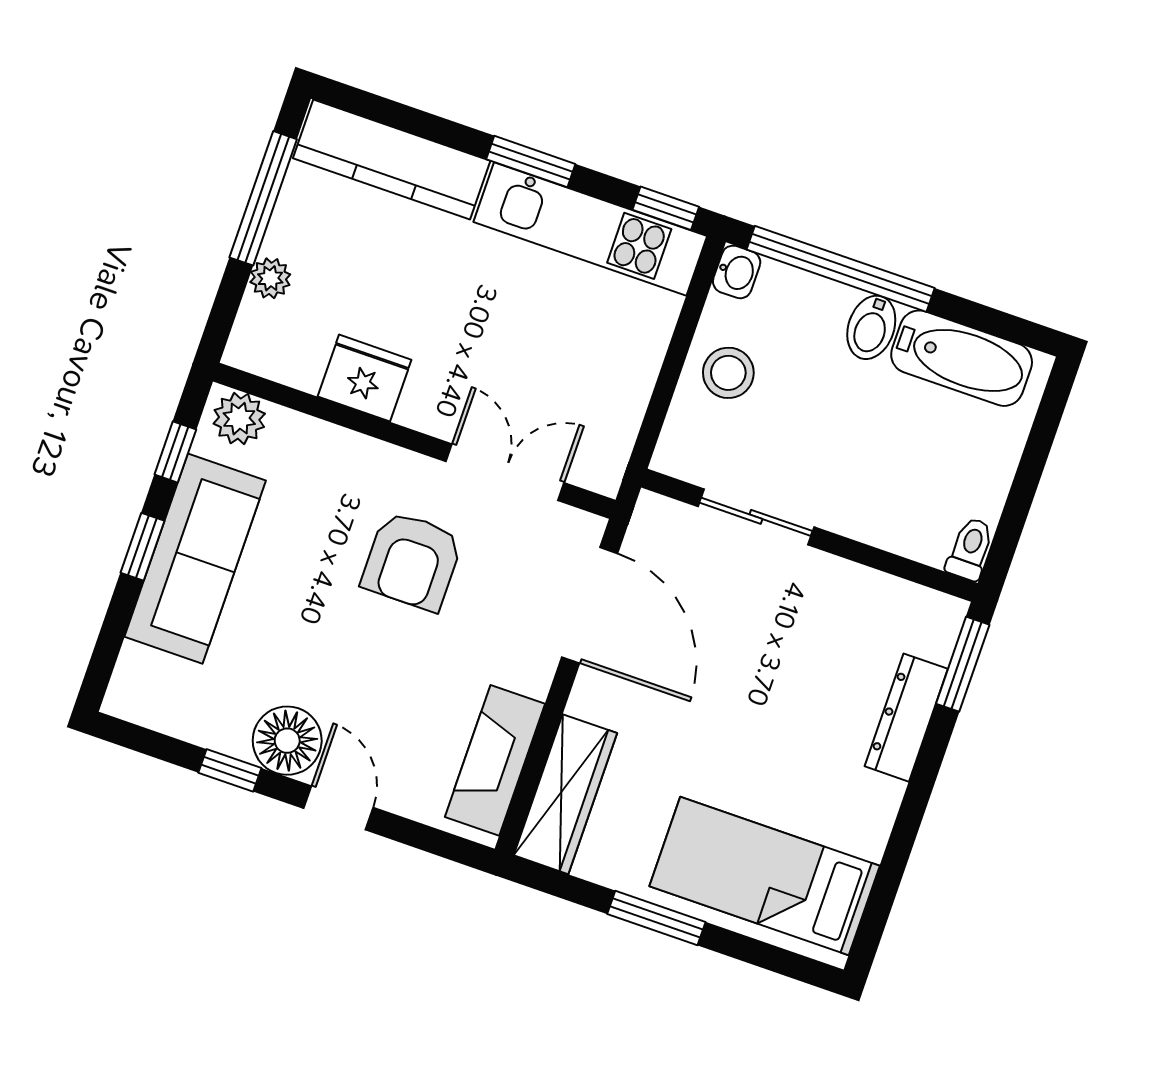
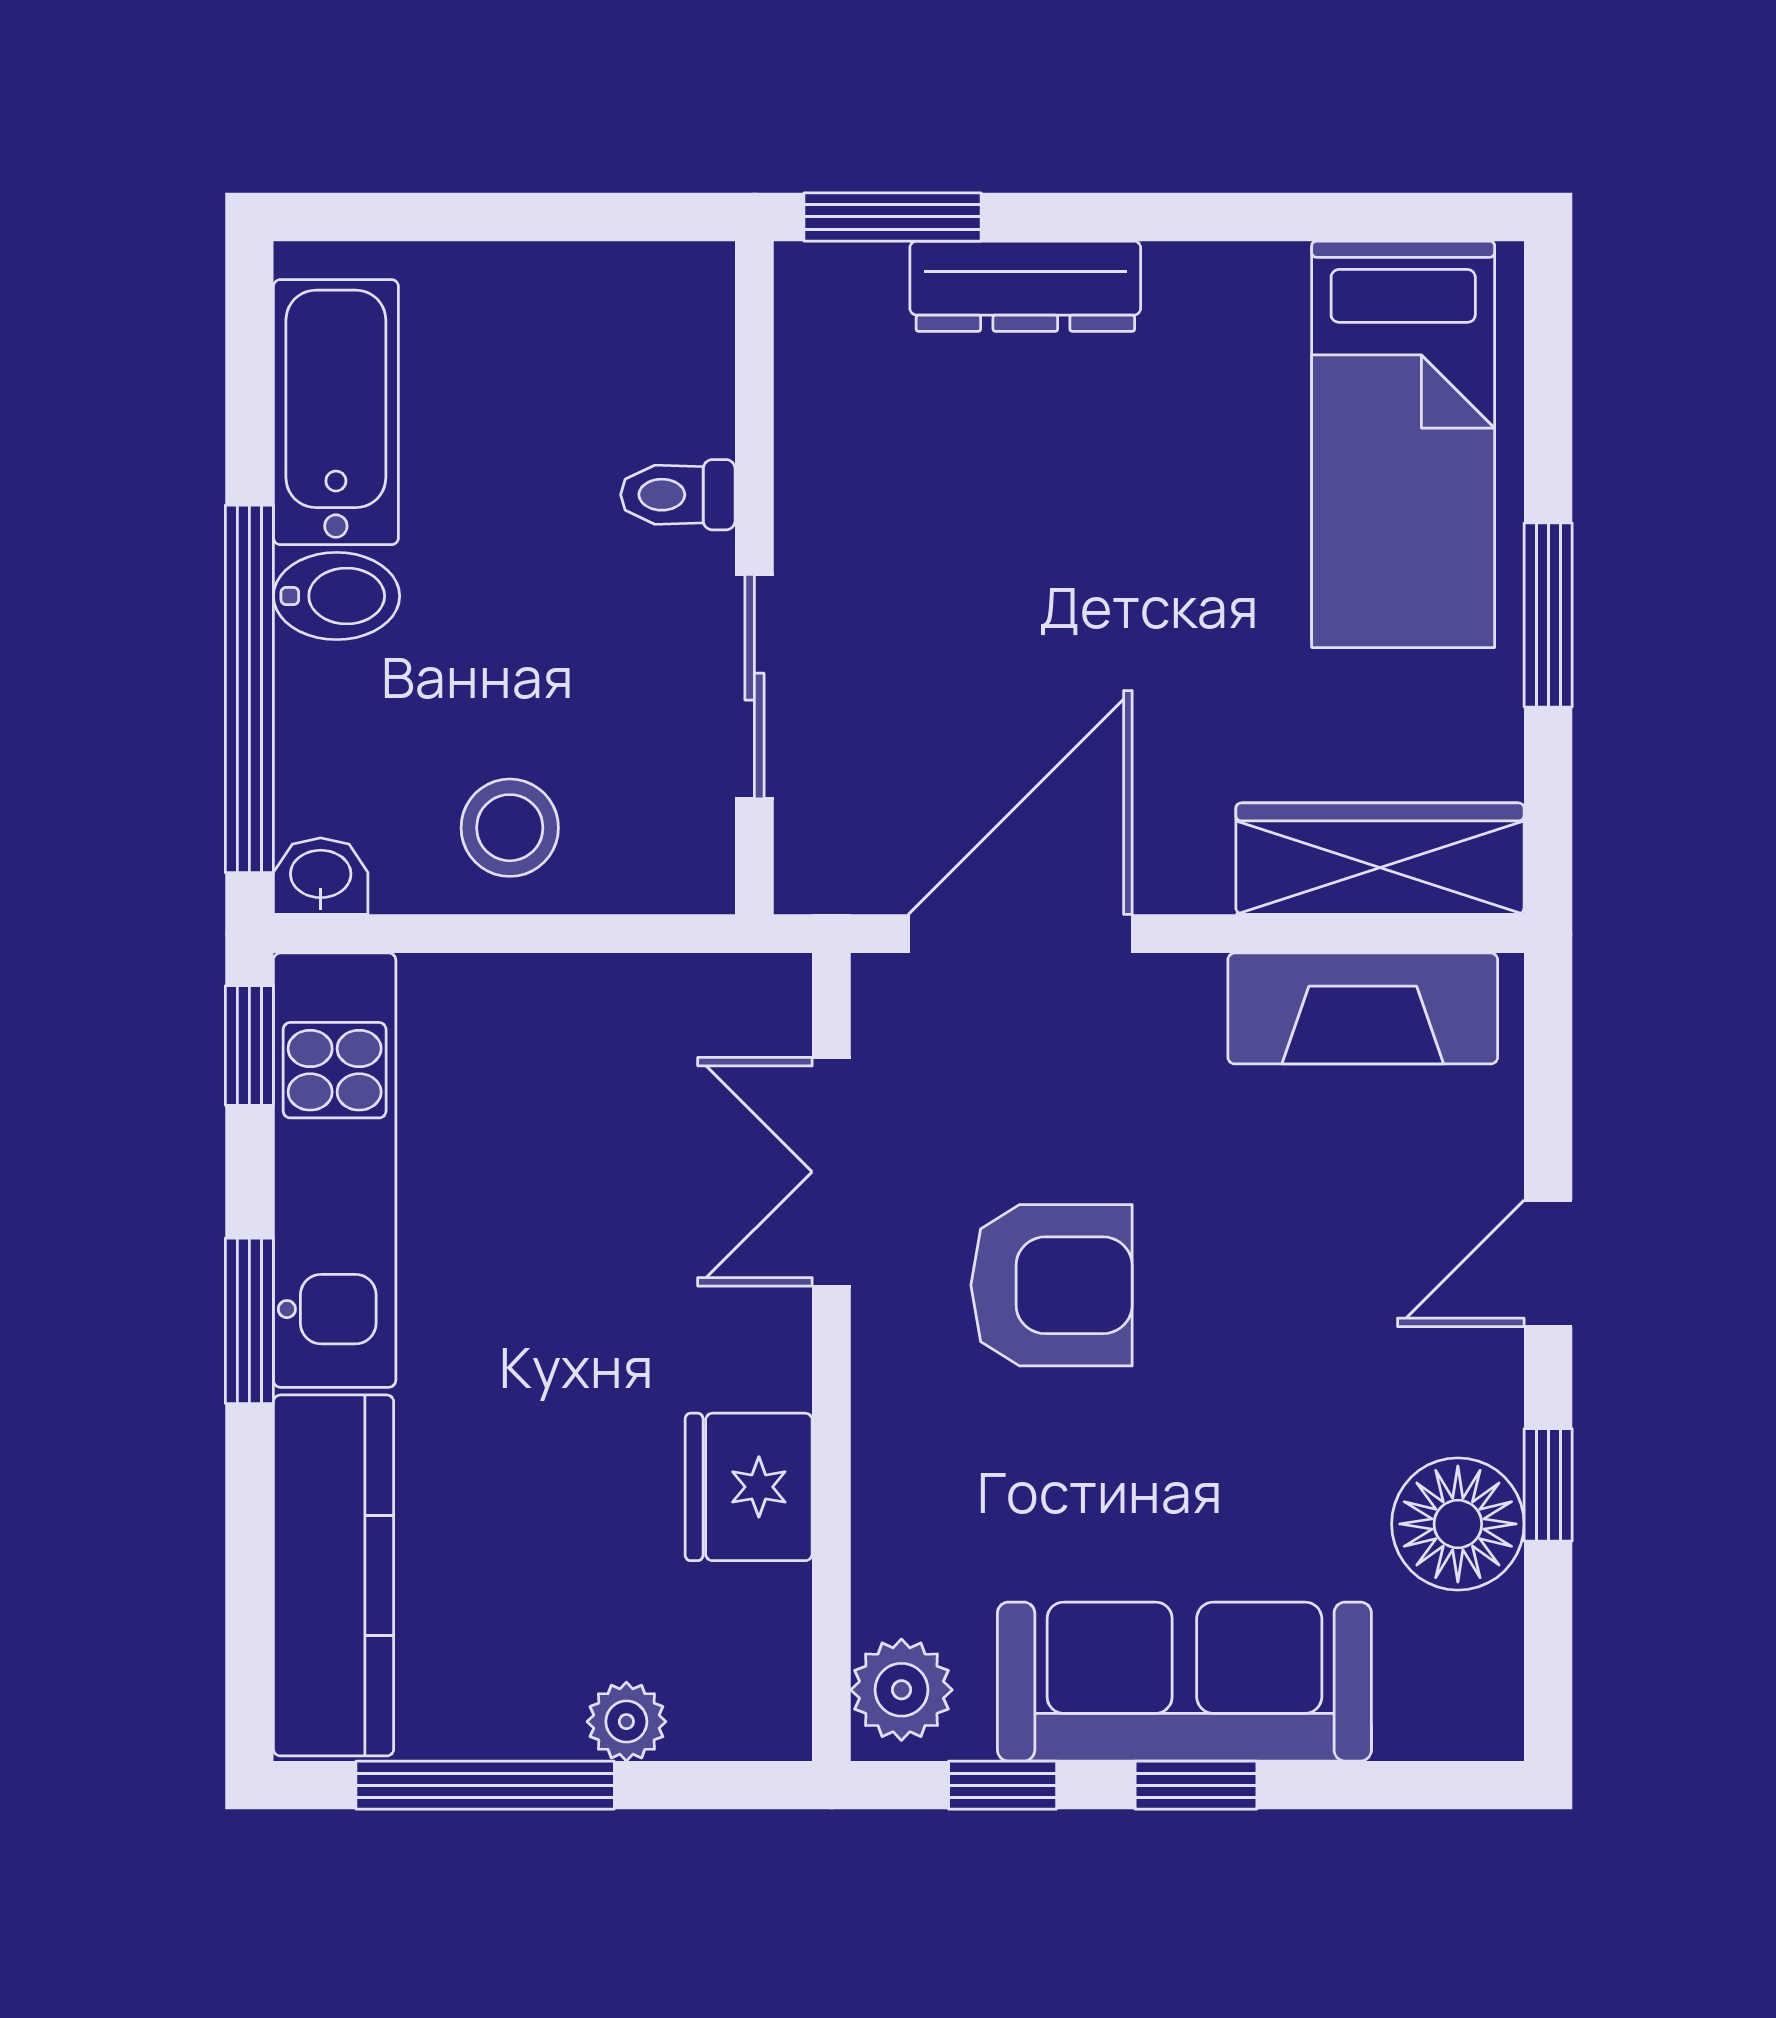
toilet: (970, 549) -> (678, 495), moved
floor lamp: (287, 741) -> (1458, 1524), moved

